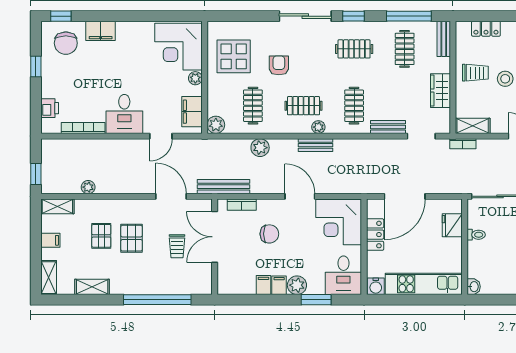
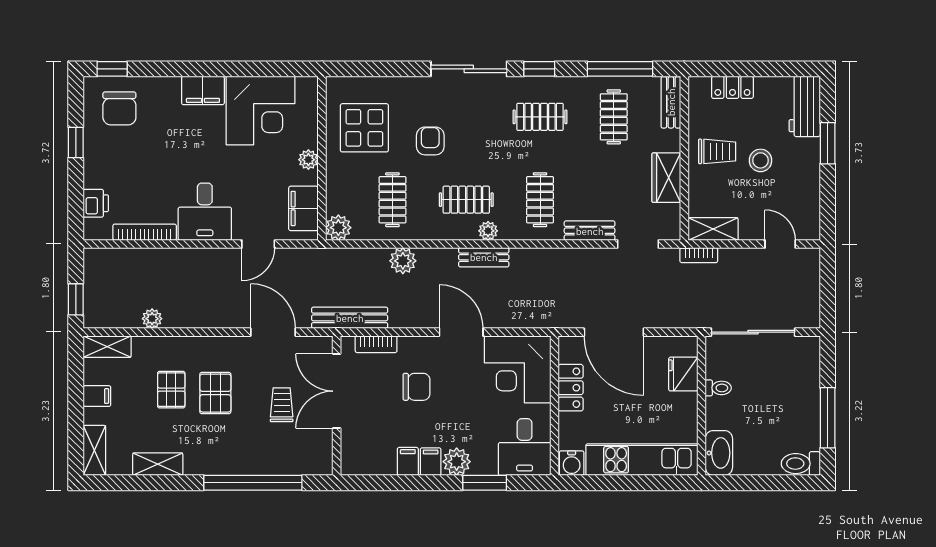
filing cabinet: (101, 31) -> (203, 90), moved
corner desk: (179, 47) -> (261, 111), moved, turned -90
door: (405, 196) -> (614, 332), hinge flipped
trolley: (177, 246) -> (282, 405), turned 180
washbasin: (474, 287) -> (719, 453), width x1.91, depth x1.45

